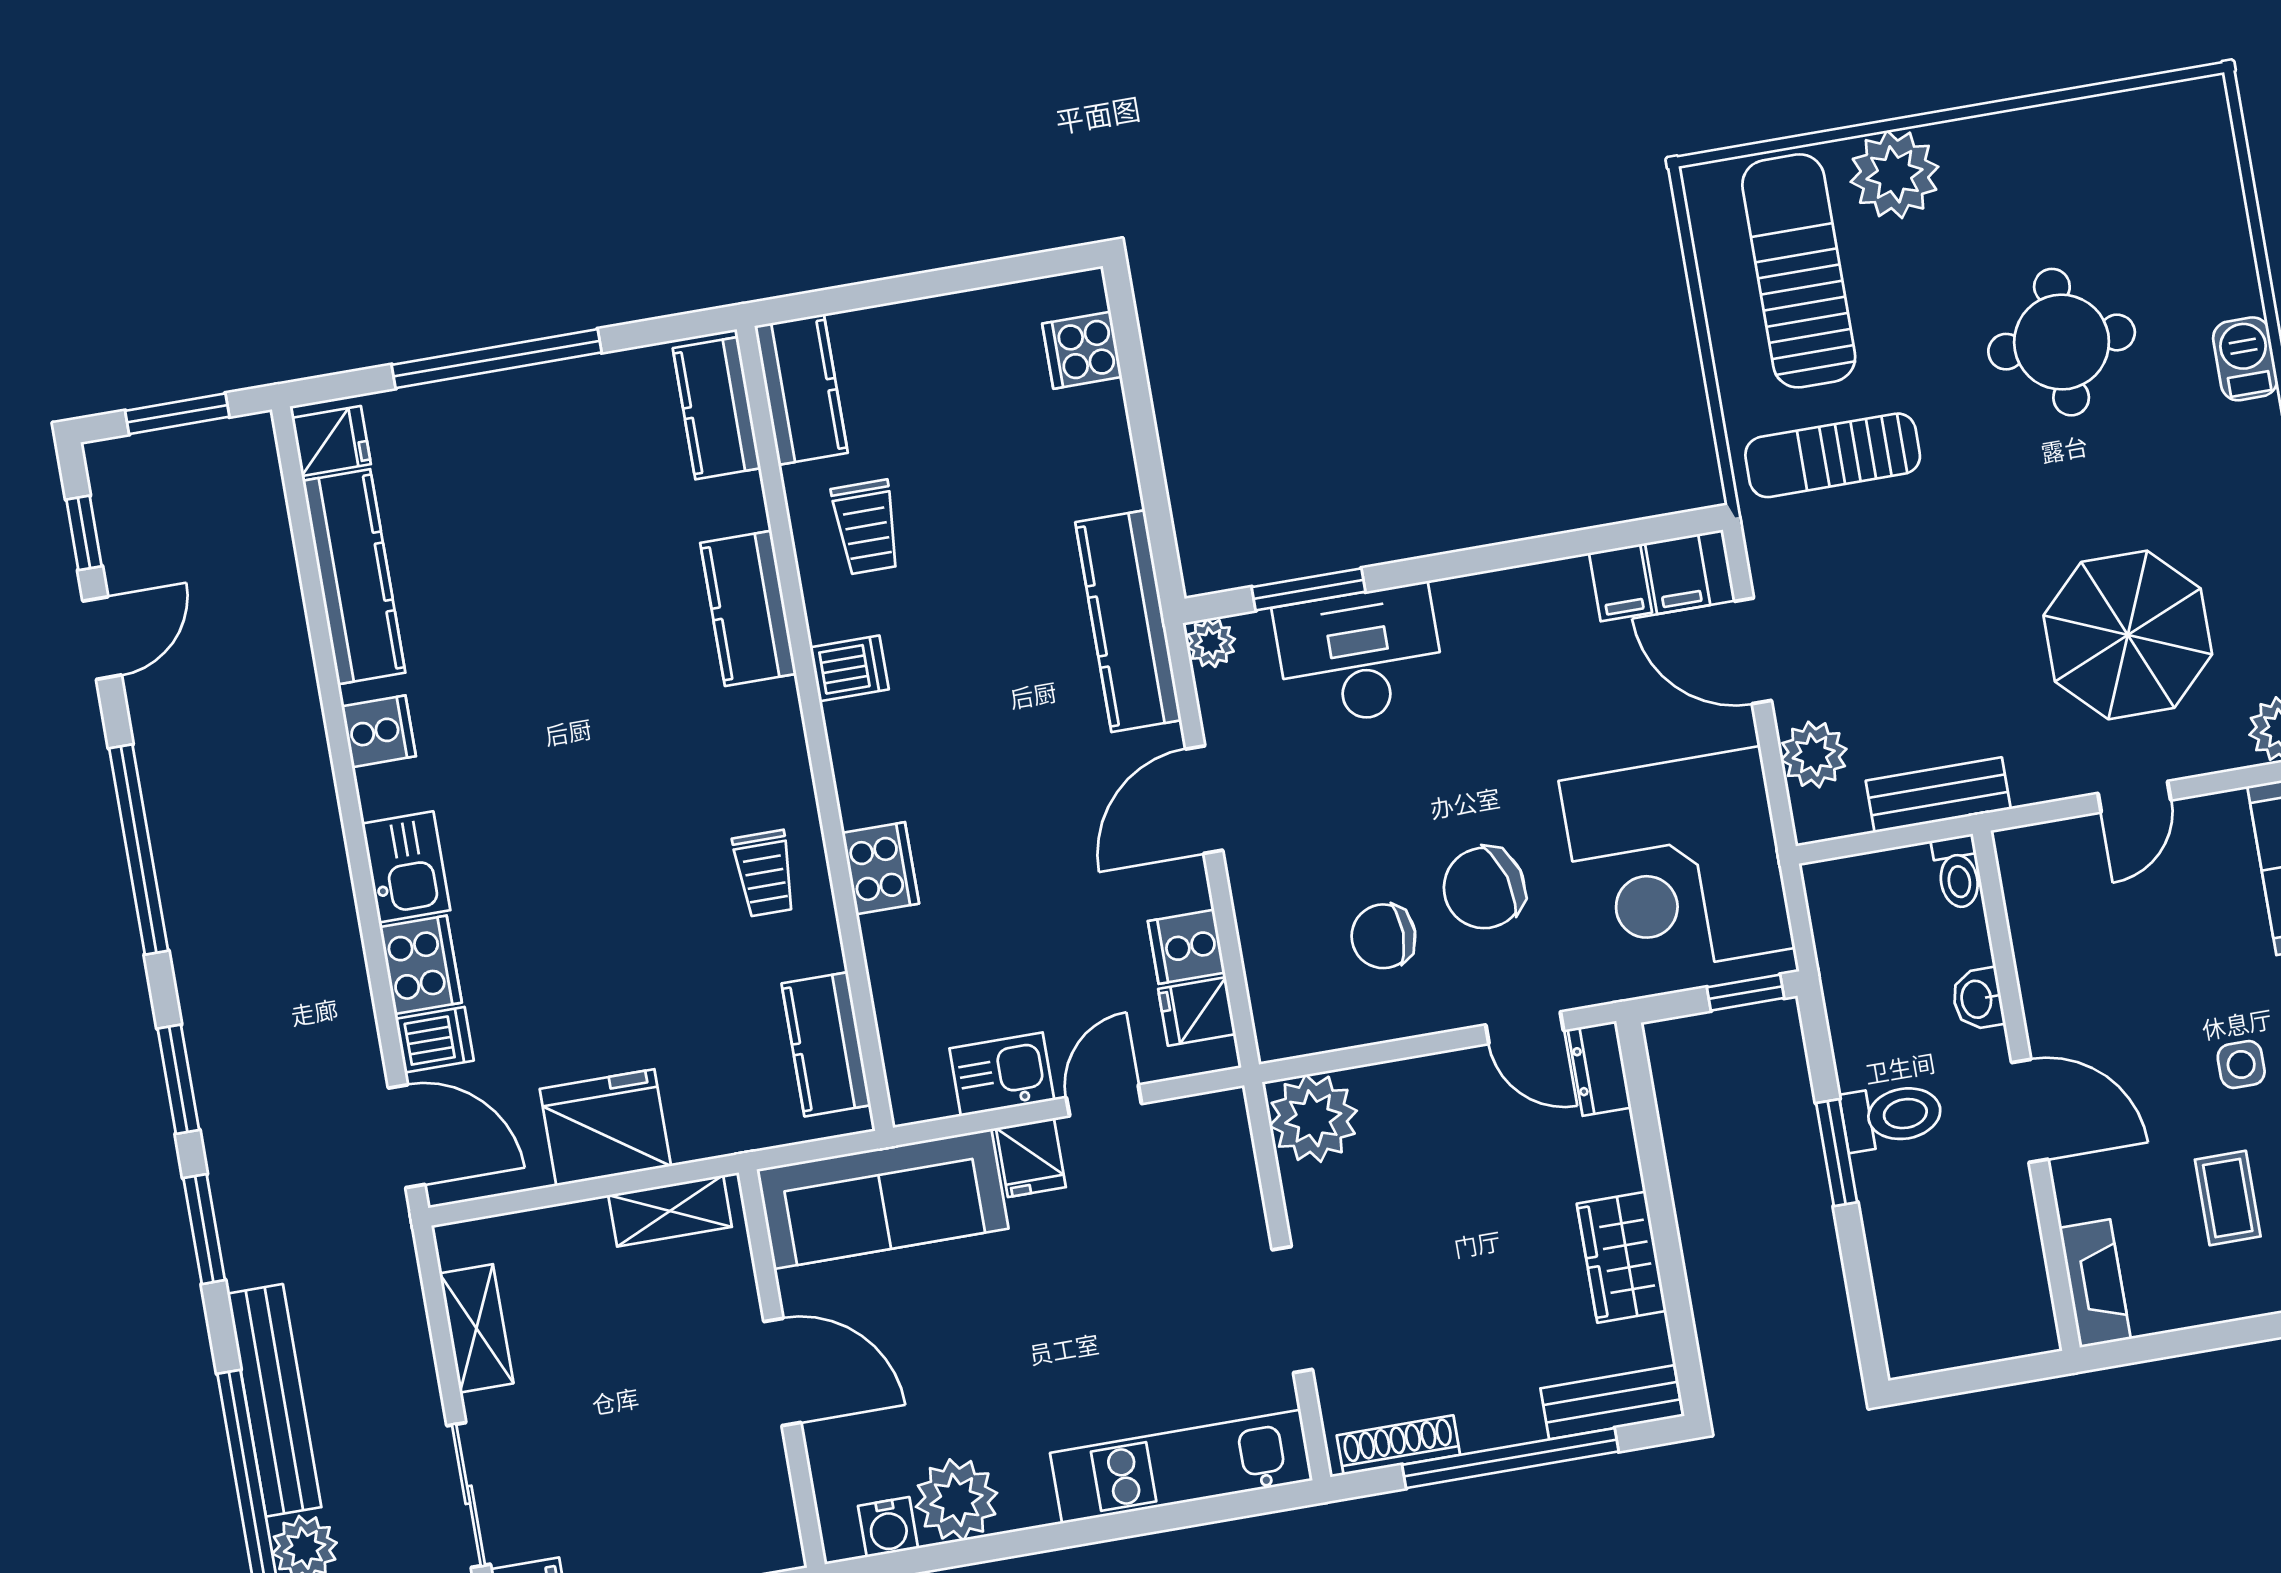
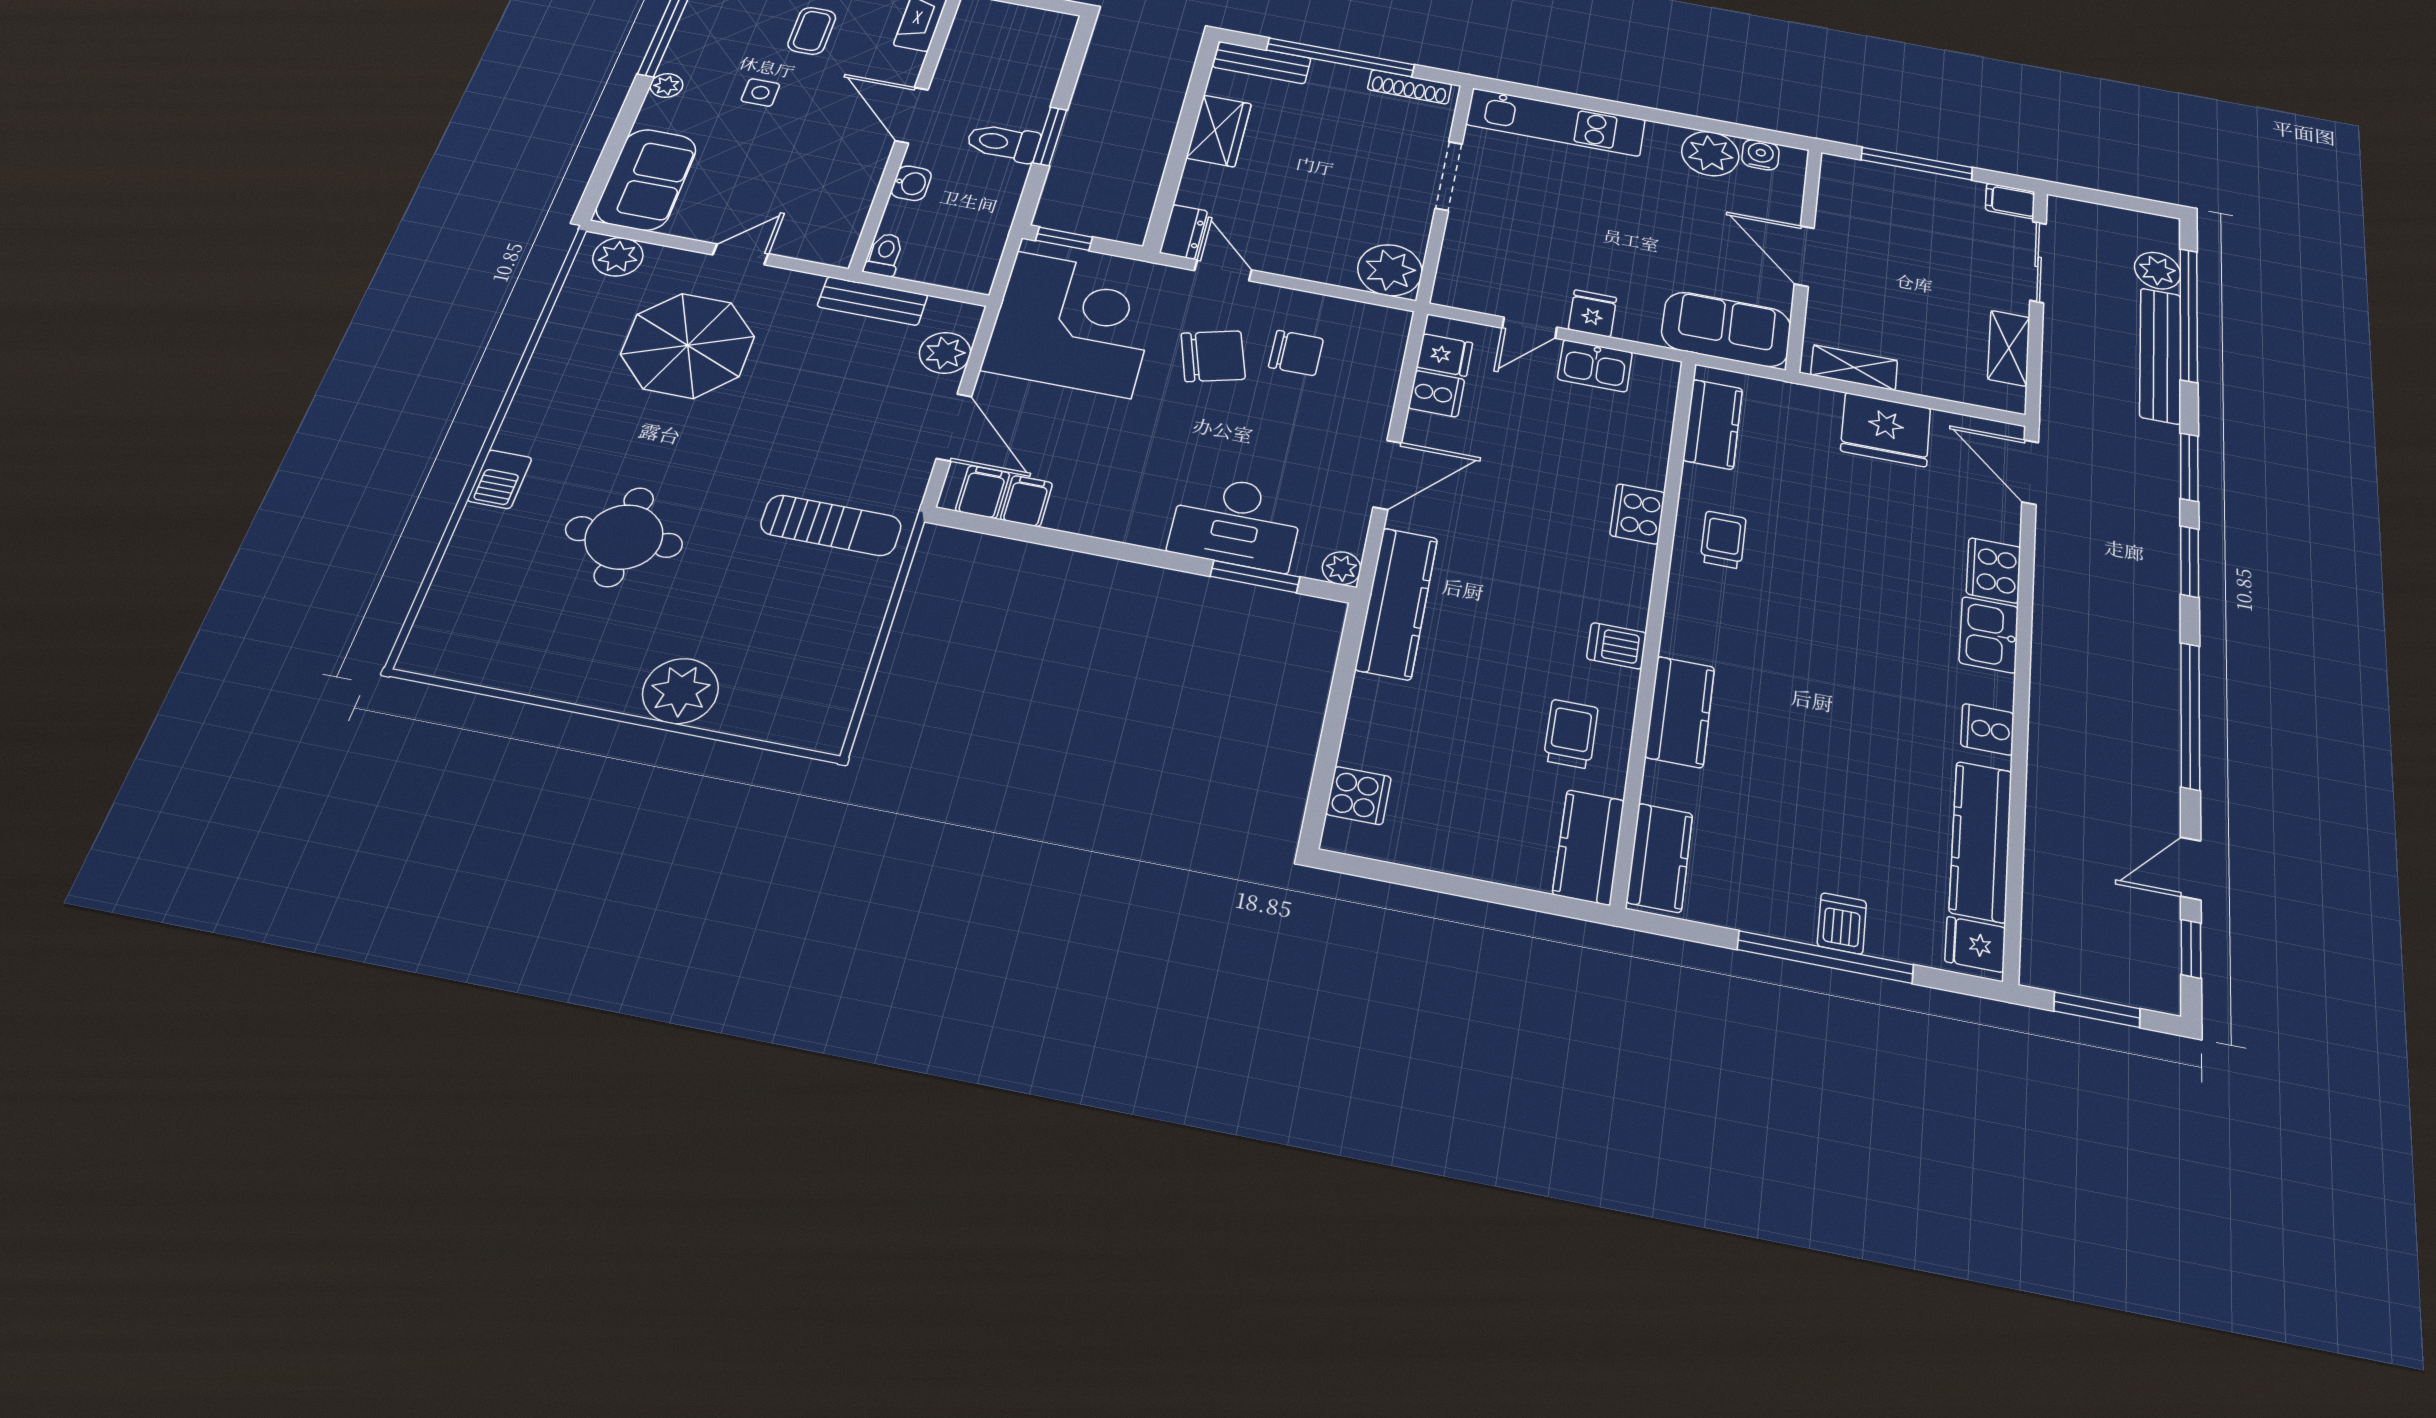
sun lounger: (1799, 271) -> (789, 652), removed
dishwasher: (435, 1040) -> (1842, 923), moved, turned 90
sofa: (882, 1199) -> (1726, 329), width x0.73

